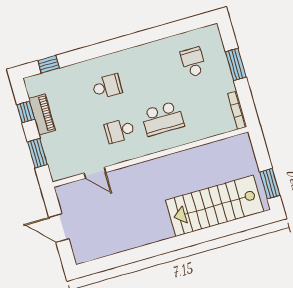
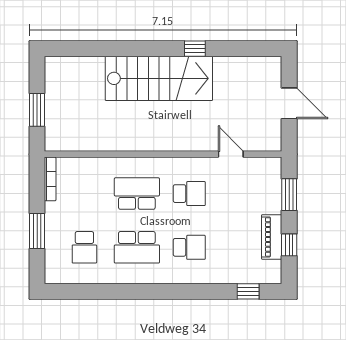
school desk: (150, 74) -> (137, 247), added
school desk: (107, 87) -> (189, 247), turned 180
window: (270, 184) -> (37, 110), moved
stairs: (215, 206) -> (159, 78), moved
window: (149, 251) -> (195, 49), added

